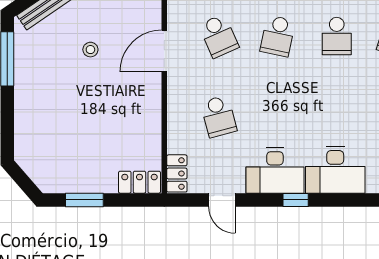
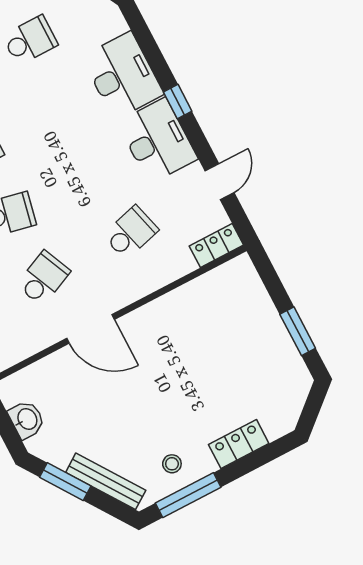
stool: (90, 50) -> (172, 464), moved
locker: (139, 182) -> (239, 444), moved, turned 90

